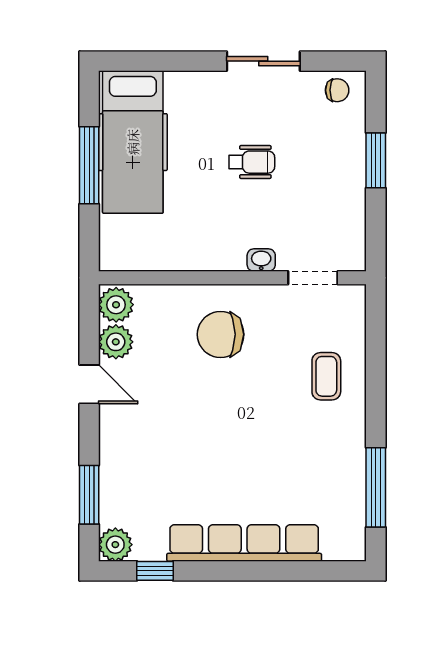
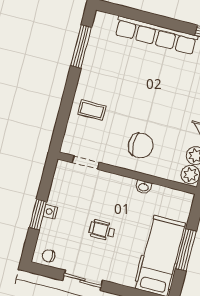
nightstand: (355, 171) -> (50, 212), added
washbasin: (261, 260) -> (143, 187), moved
coffee table: (326, 376) -> (92, 110), turned 90

